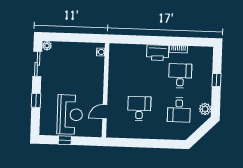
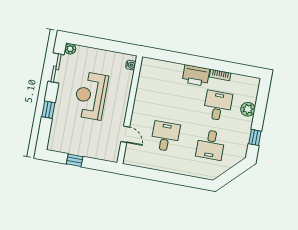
window: (217, 80) -> (255, 137), moved
plant: (205, 109) -> (248, 109), moved
door: (105, 112) -> (125, 134), swing flipped
reception desk: (70, 115) -> (91, 96), moved, turned 180

